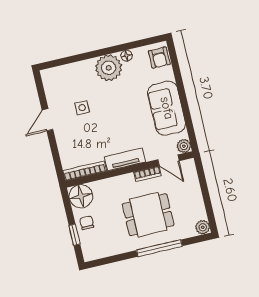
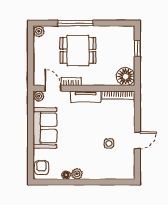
plant: (109, 68) -> (77, 174), width x0.53, depth x0.53
chair: (87, 223) -> (126, 55), removed

